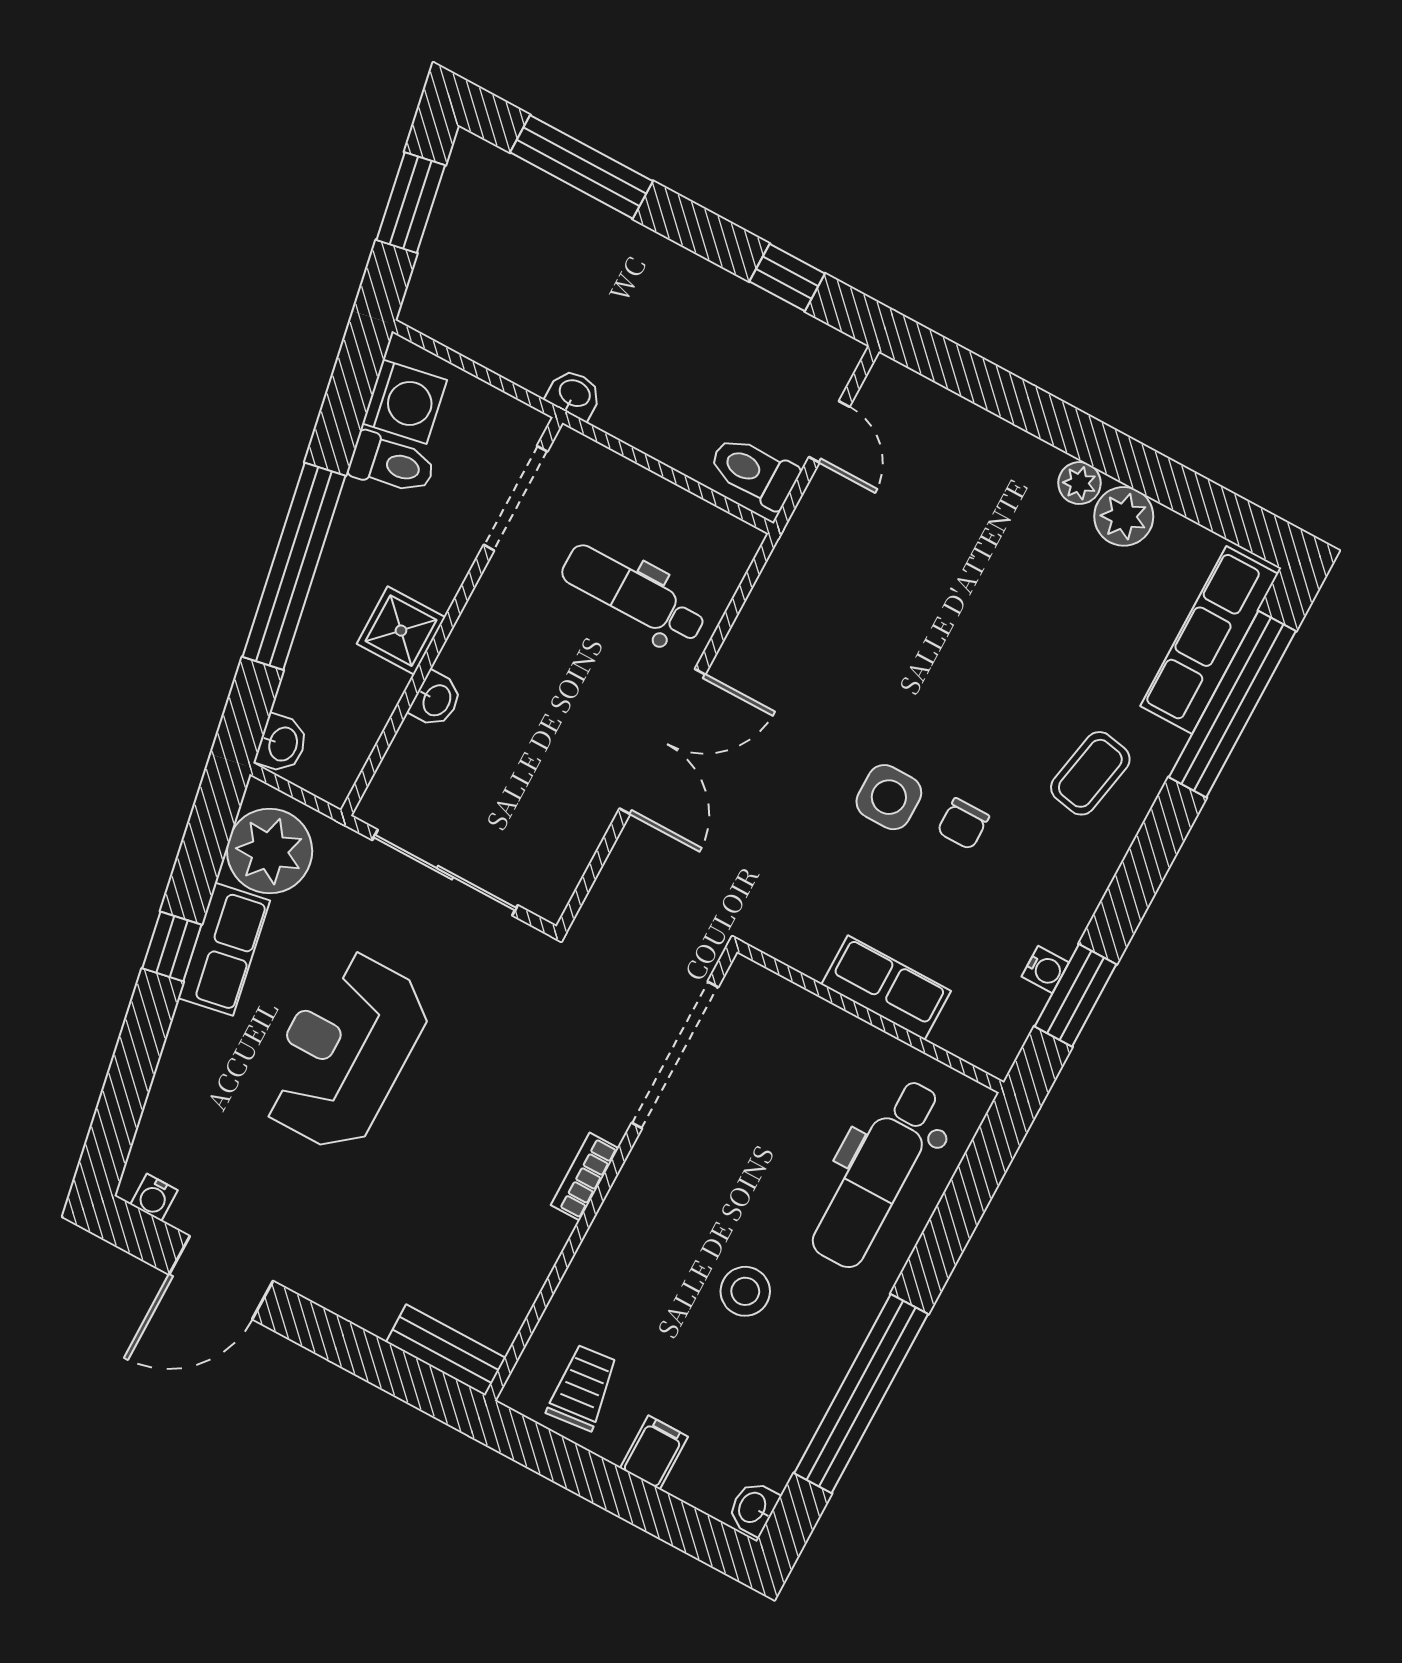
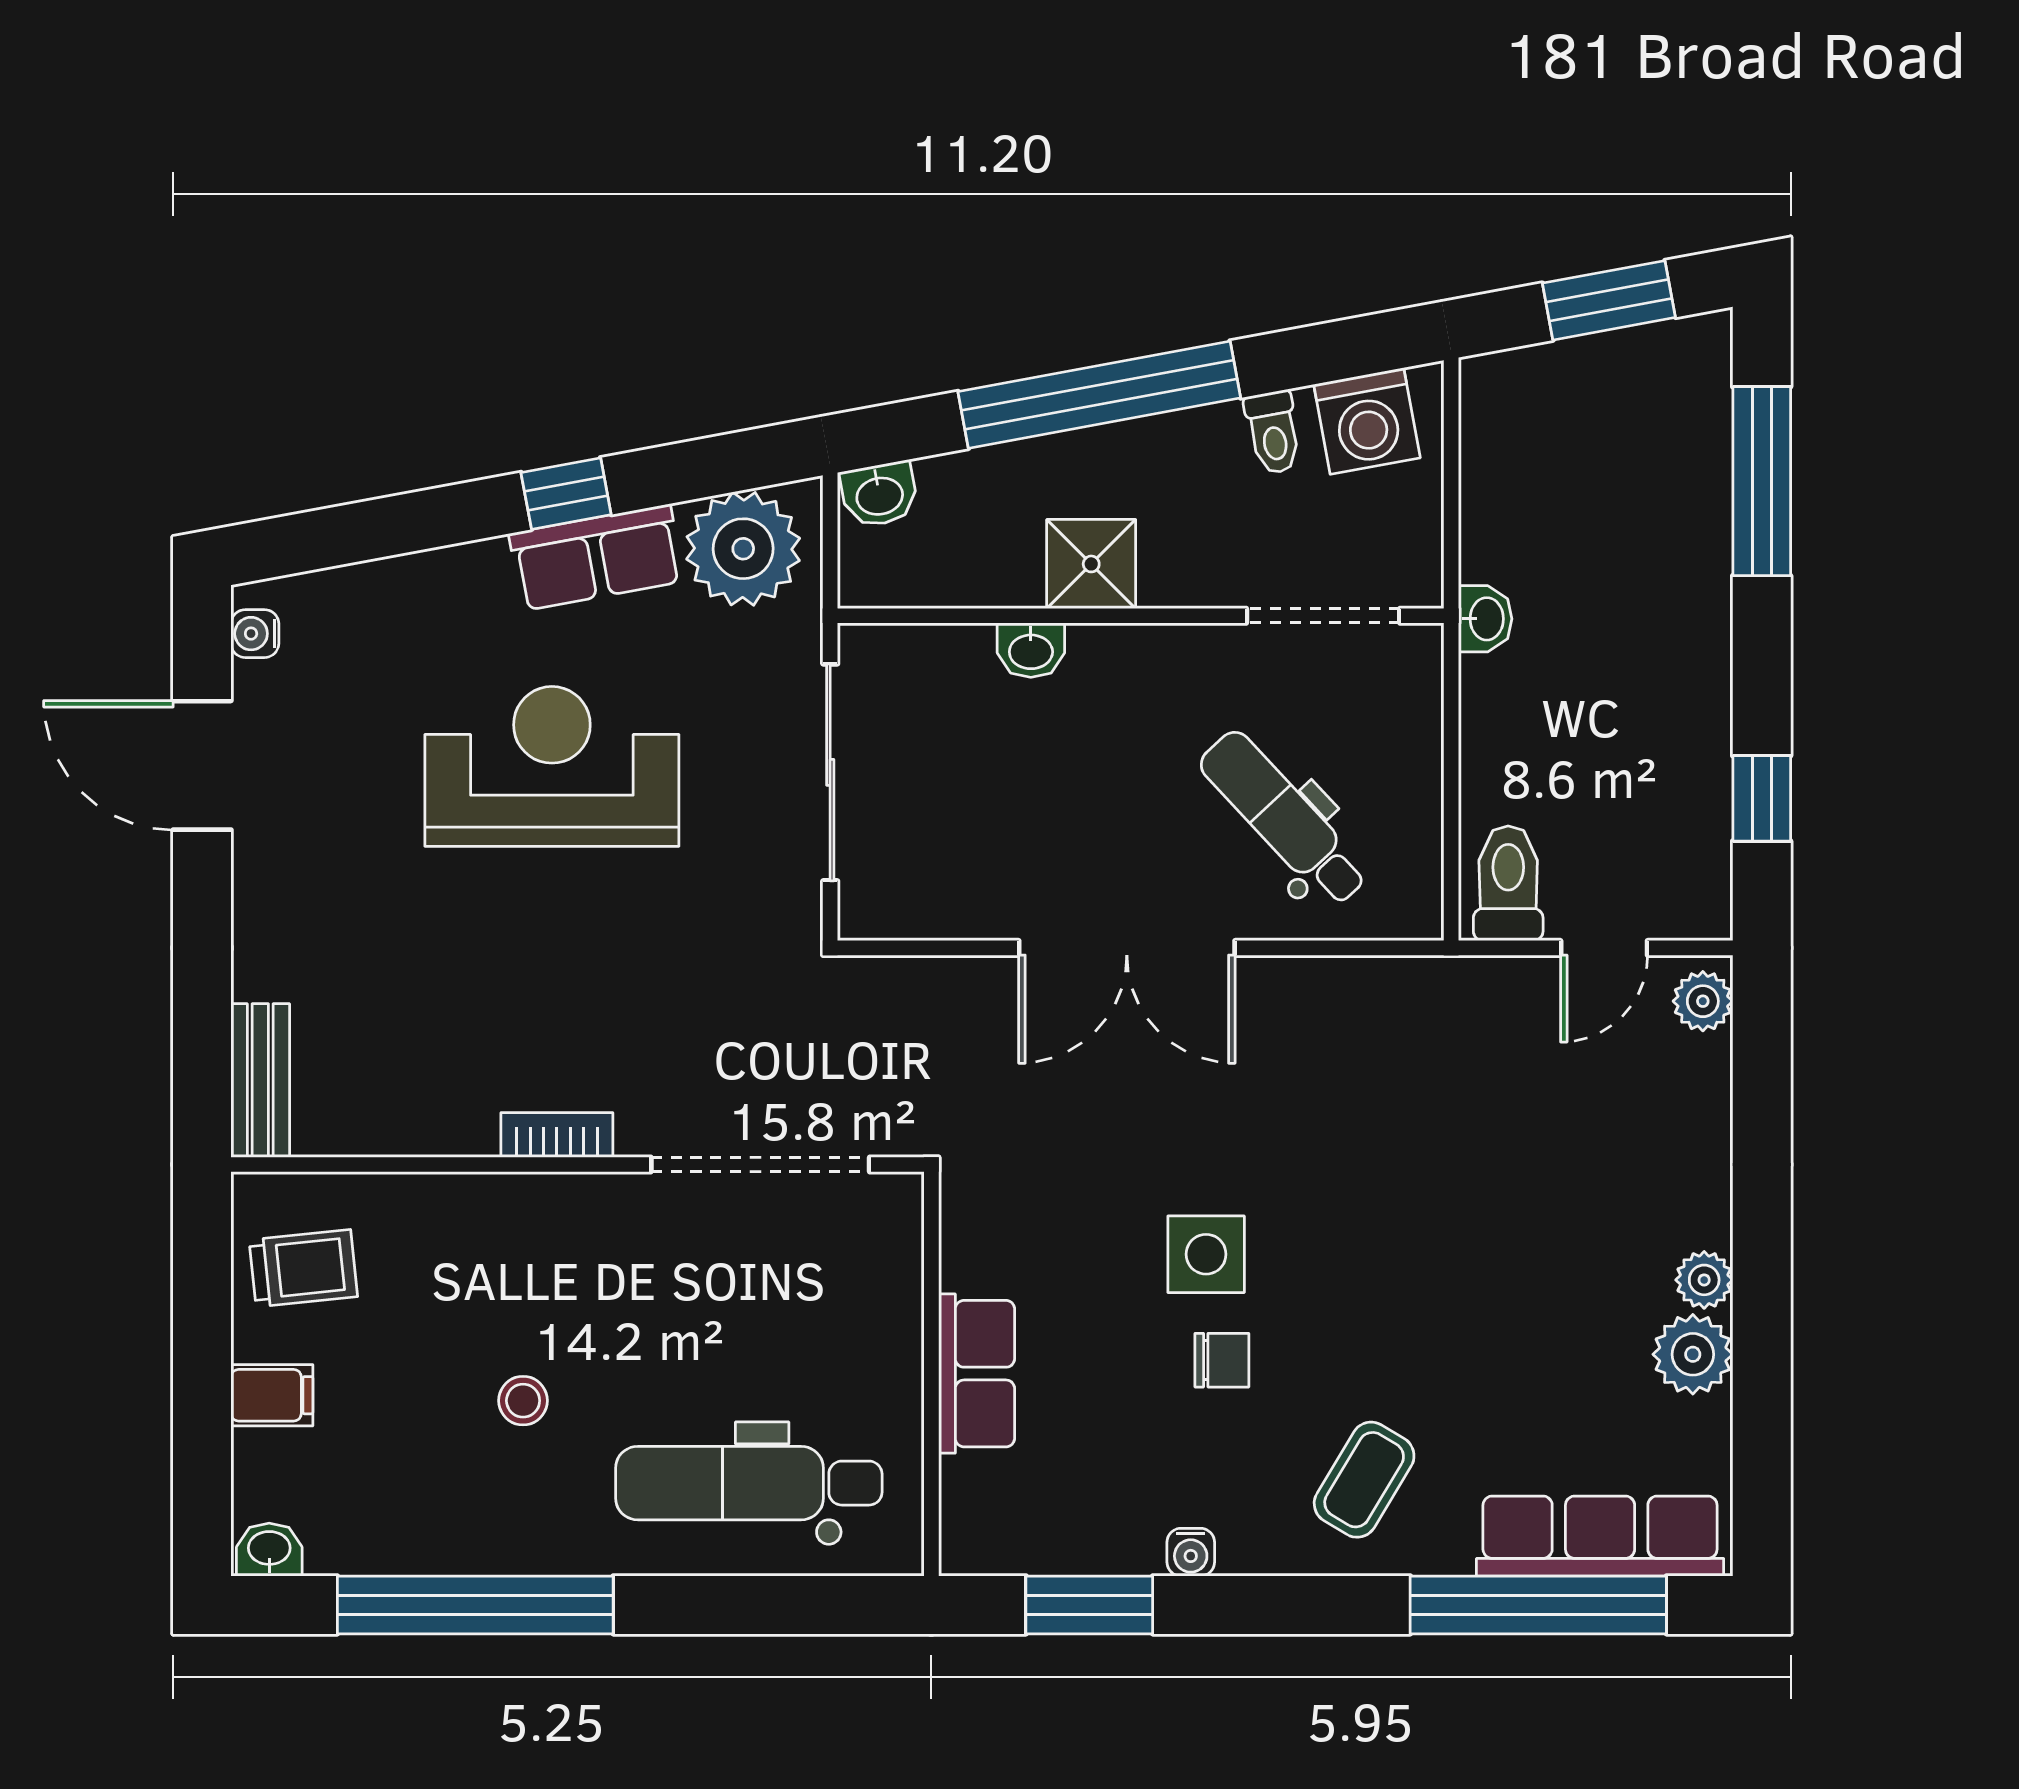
plant: (898, 386) -> (1703, 1001), added
toilet: (392, 464) -> (1273, 432), width x0.73, depth x0.72
dental chair: (633, 594) -> (1284, 819), turned -43
coffee table: (1090, 773) -> (1364, 1480), turned -70
chair: (963, 824) -> (1222, 1360), turned 180
water cooler: (1045, 969) -> (1191, 1552), moved
stool: (745, 1291) -> (523, 1401), width x0.73, depth x0.73

